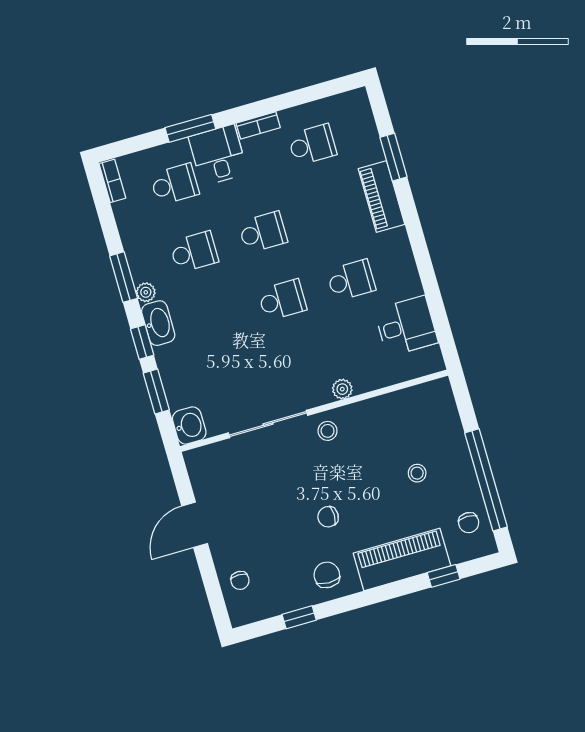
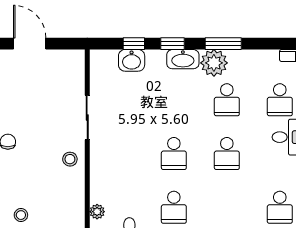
plant: (146, 292) -> (214, 63), width x1.88, depth x1.88
plant: (342, 389) -> (97, 212), moved
window: (156, 391) -> (134, 44), width x0.67
sliding door: (268, 424) -> (87, 118), width x0.73
washbasin: (189, 425) -> (132, 60), moved

